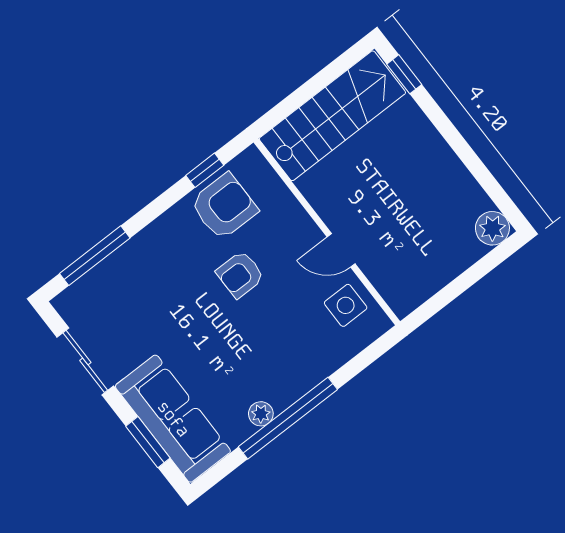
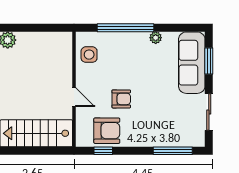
armchair: (224, 207) -> (107, 131), turned 180
door: (341, 250) -> (74, 97), moved
window: (288, 418) -> (126, 28), moved

